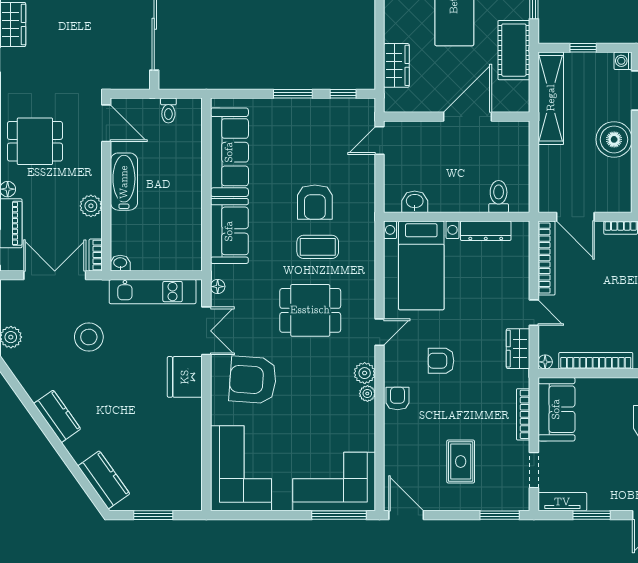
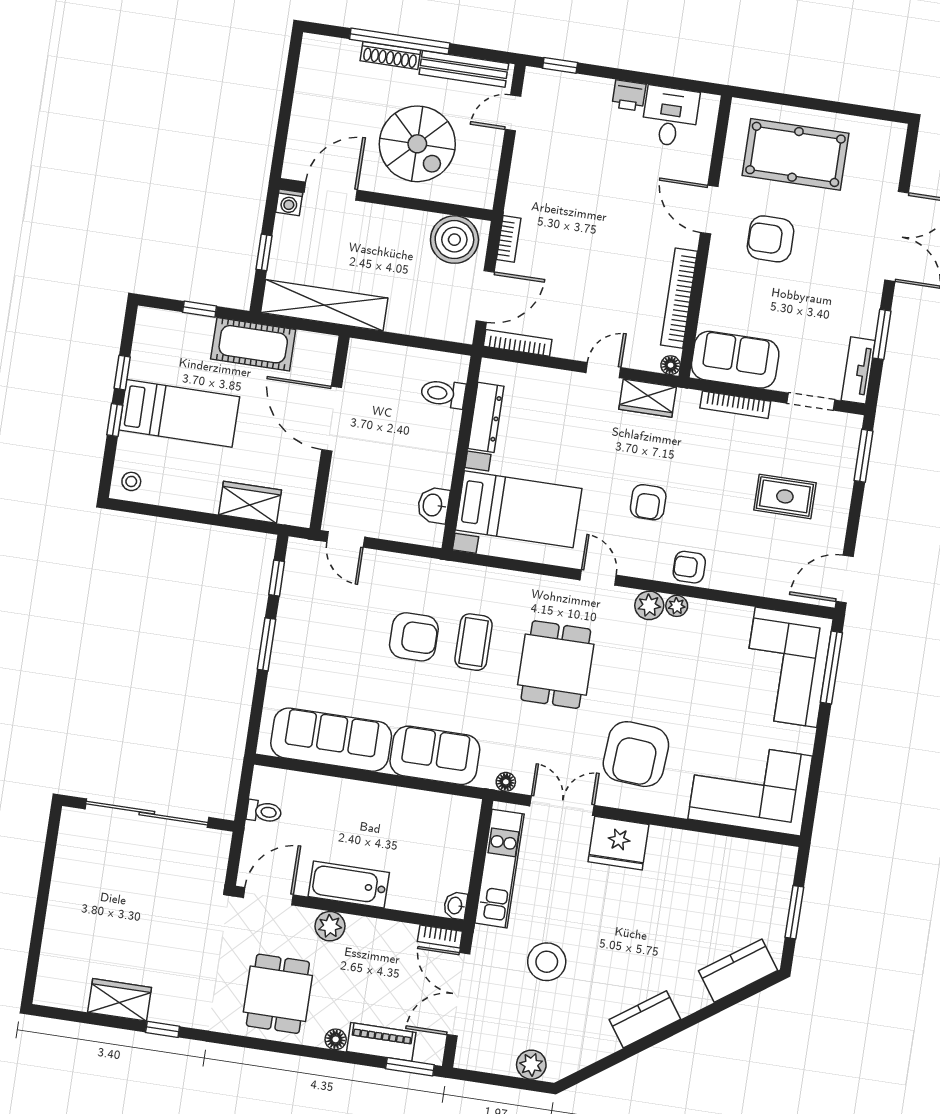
boiler: (614, 139) -> (454, 240), moved
plant: (91, 206) -> (330, 926), moved
bookcase: (546, 258) -> (518, 343), width x0.68, depth x0.76

